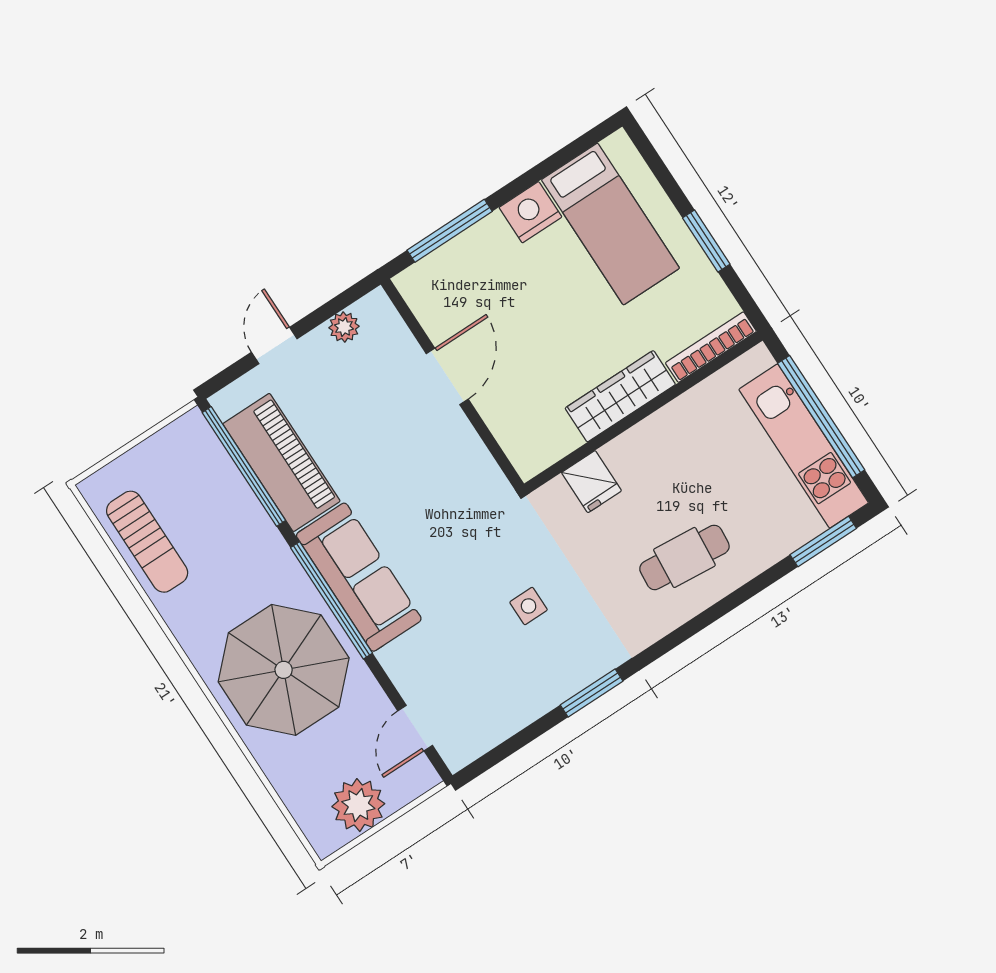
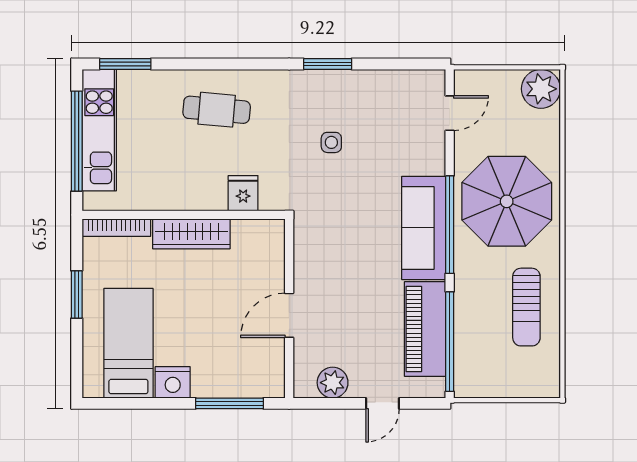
plant: (344, 327) -> (333, 383), width x1.38, depth x1.38
sun lounger: (147, 542) -> (526, 307), moved, turned 180
plant: (358, 805) -> (541, 89), moved

